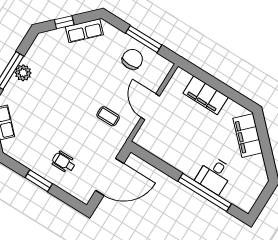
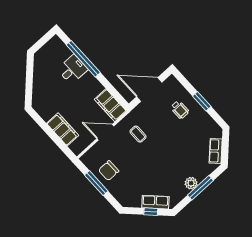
row of seats: (84, 31) -> (155, 202), moved
door: (150, 107) -> (105, 132), swing flipped
filing cabinet: (248, 136) -> (110, 105), moved, turned 135

